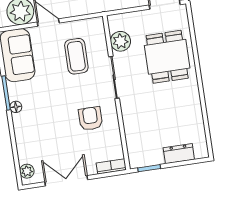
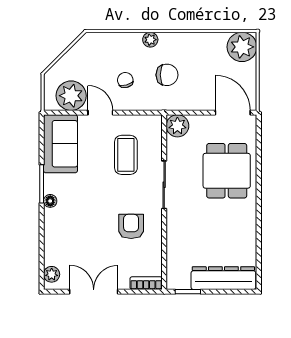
plant: (120, 41) -> (177, 126), moved
dresser: (179, 154) -> (223, 278), width x1.96, depth x1.24

